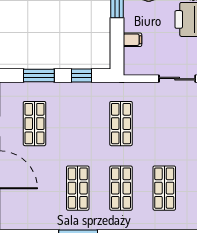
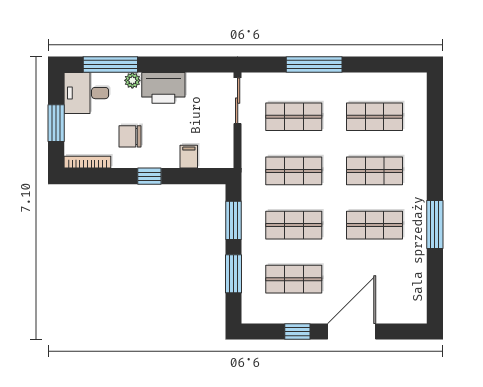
window: (82, 75) -> (234, 220), width x1.50
shop shelf: (78, 124) -> (294, 225), added
shop shelf: (164, 124) -> (294, 117), added

